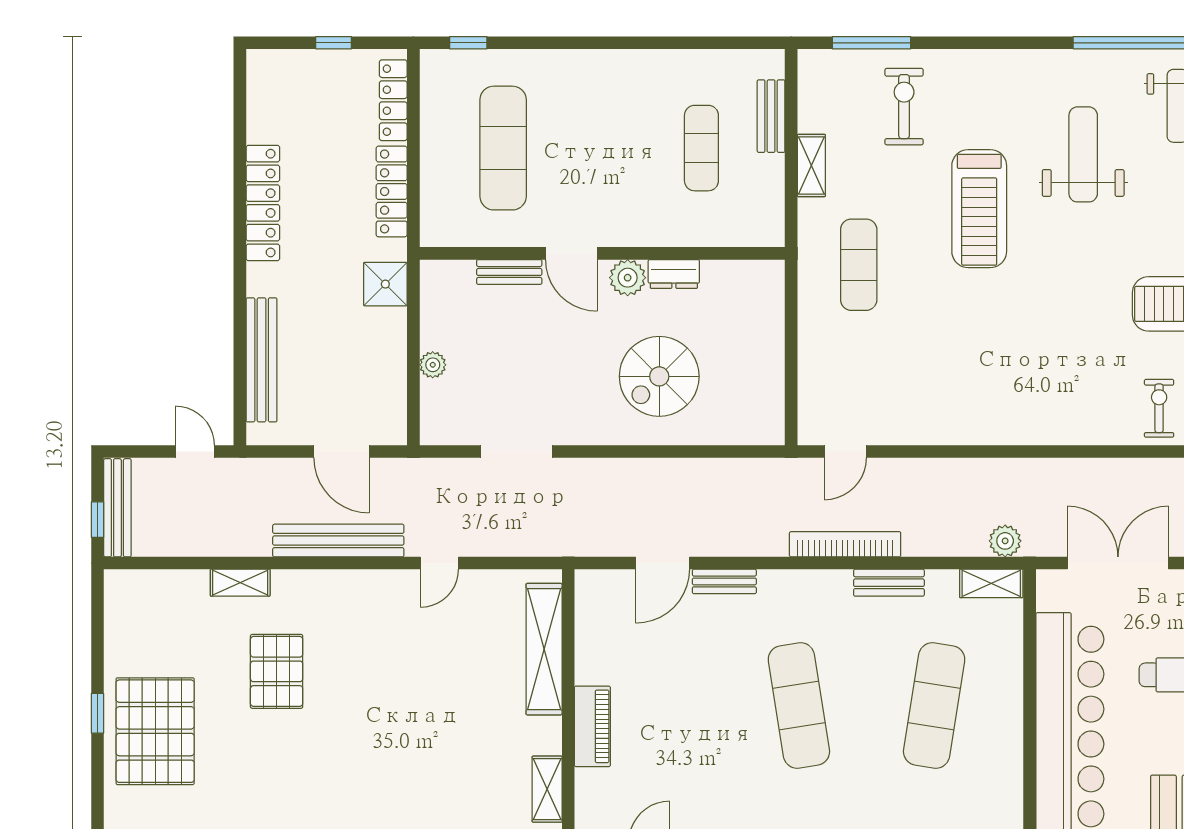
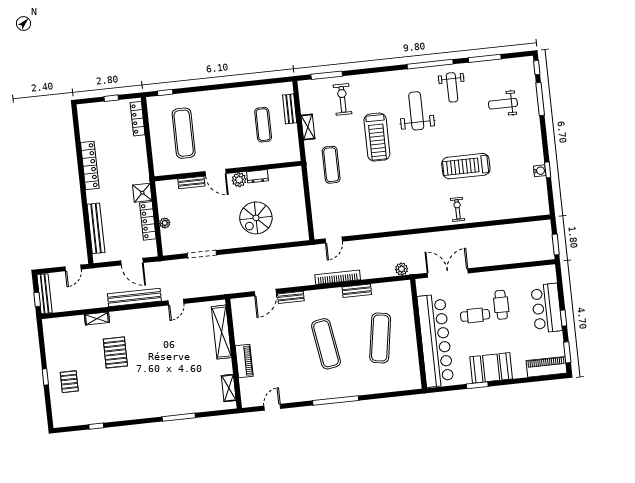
locker: (392, 191) -> (148, 221), moved
door: (195, 452) -> (73, 268), swing flipped
shelving: (991, 583) -> (398, 287), removed
pallet: (155, 731) -> (69, 382), width x0.49, depth x0.50

